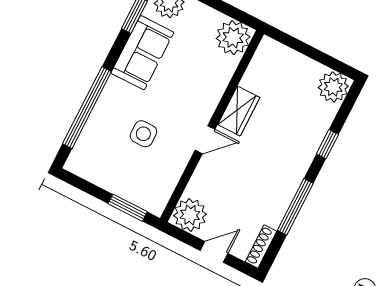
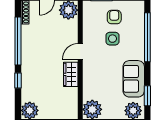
armchair: (123, 167) -> (114, 17), added
window: (295, 207) -> (18, 41), width x1.46

